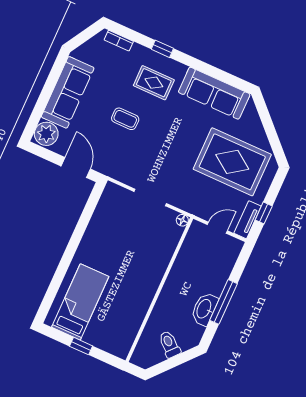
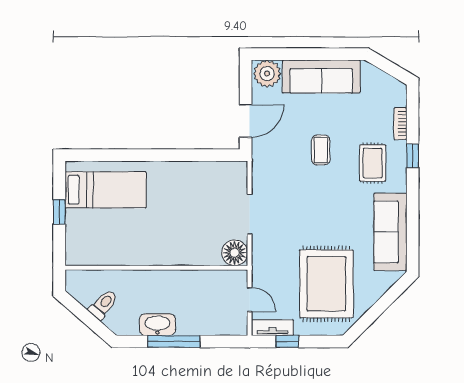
bookcase: (119, 41) -> (400, 124), moved
floor lamp: (182, 220) -> (235, 253), width x1.89, depth x1.89

